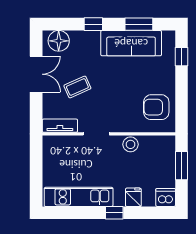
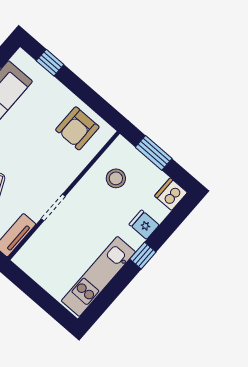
stool: (131, 144) -> (116, 178), moved

